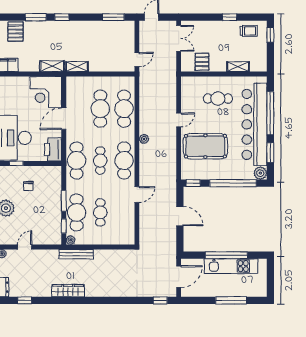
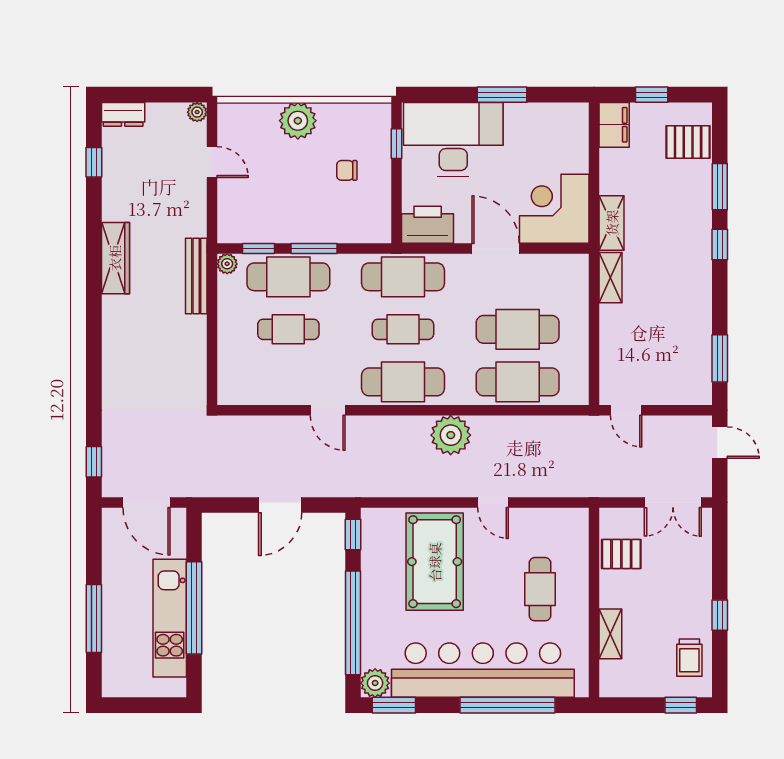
plant: (144, 139) -> (451, 435), width x1.88, depth x1.88
window: (270, 153) -> (394, 705), moved

